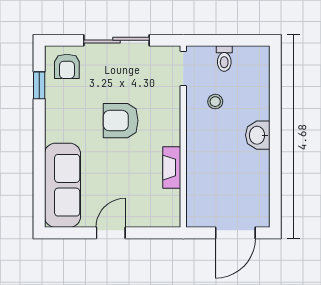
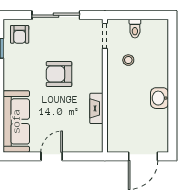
washbasin: (258, 135) -> (159, 98), moved

